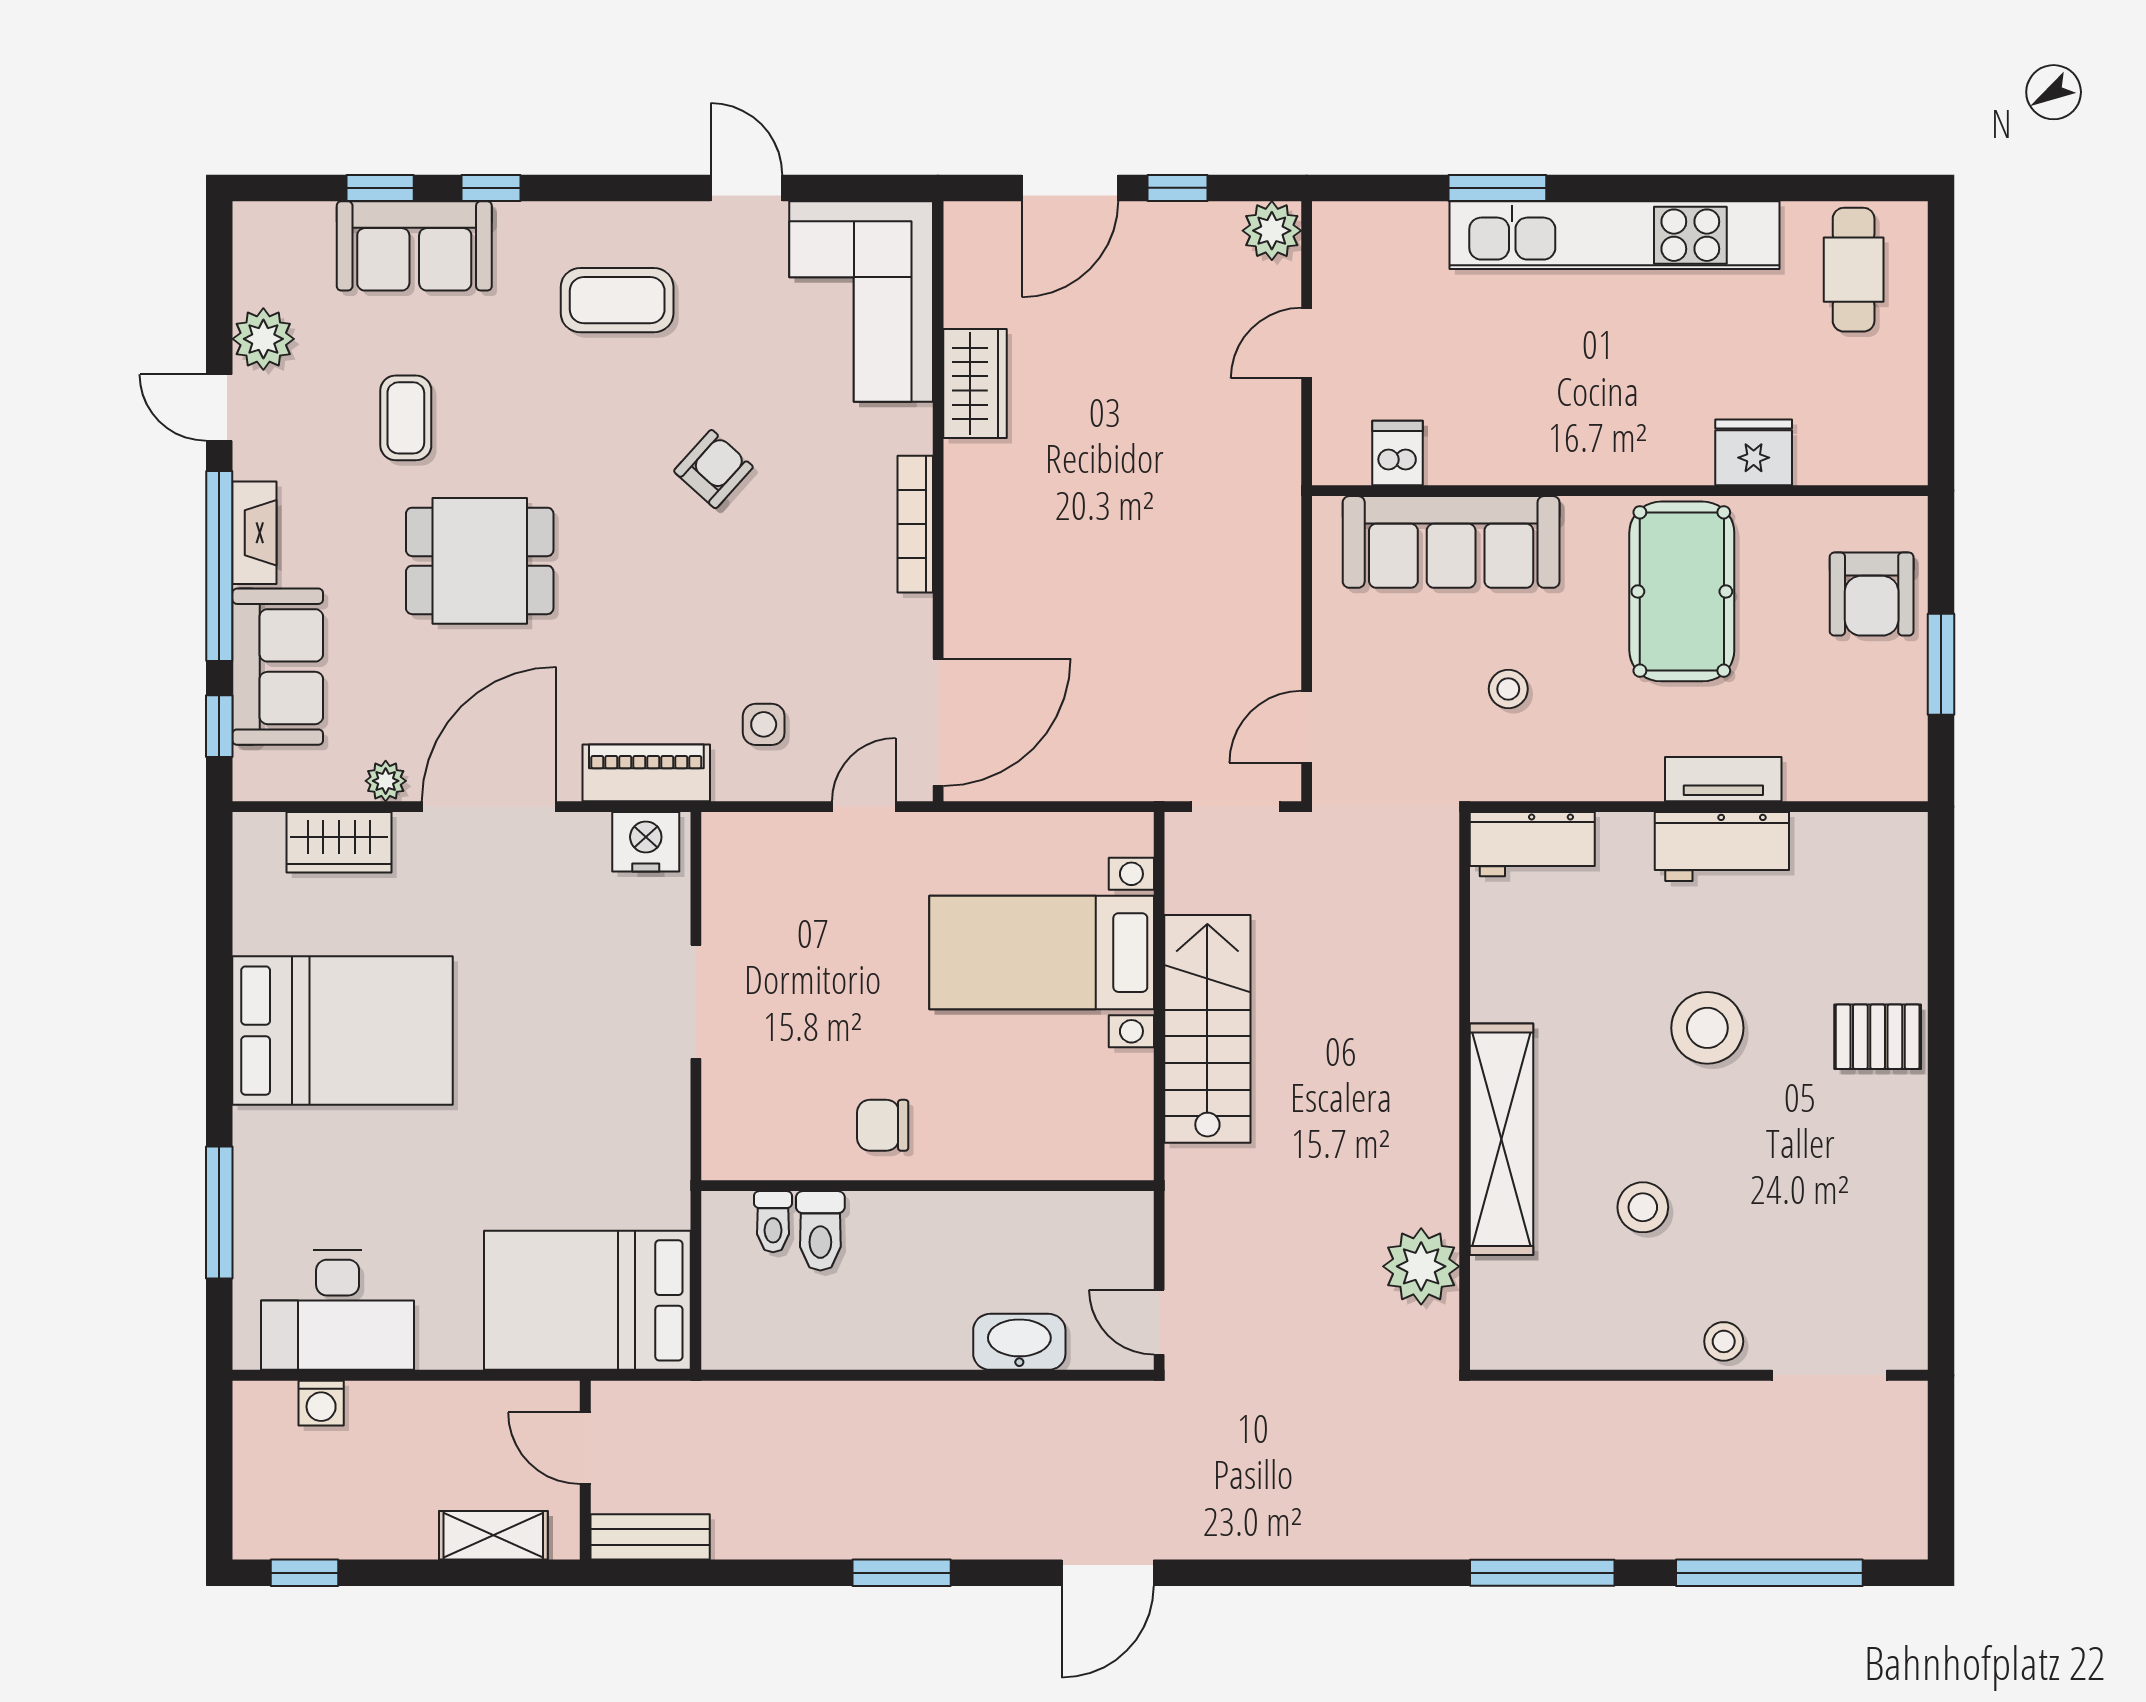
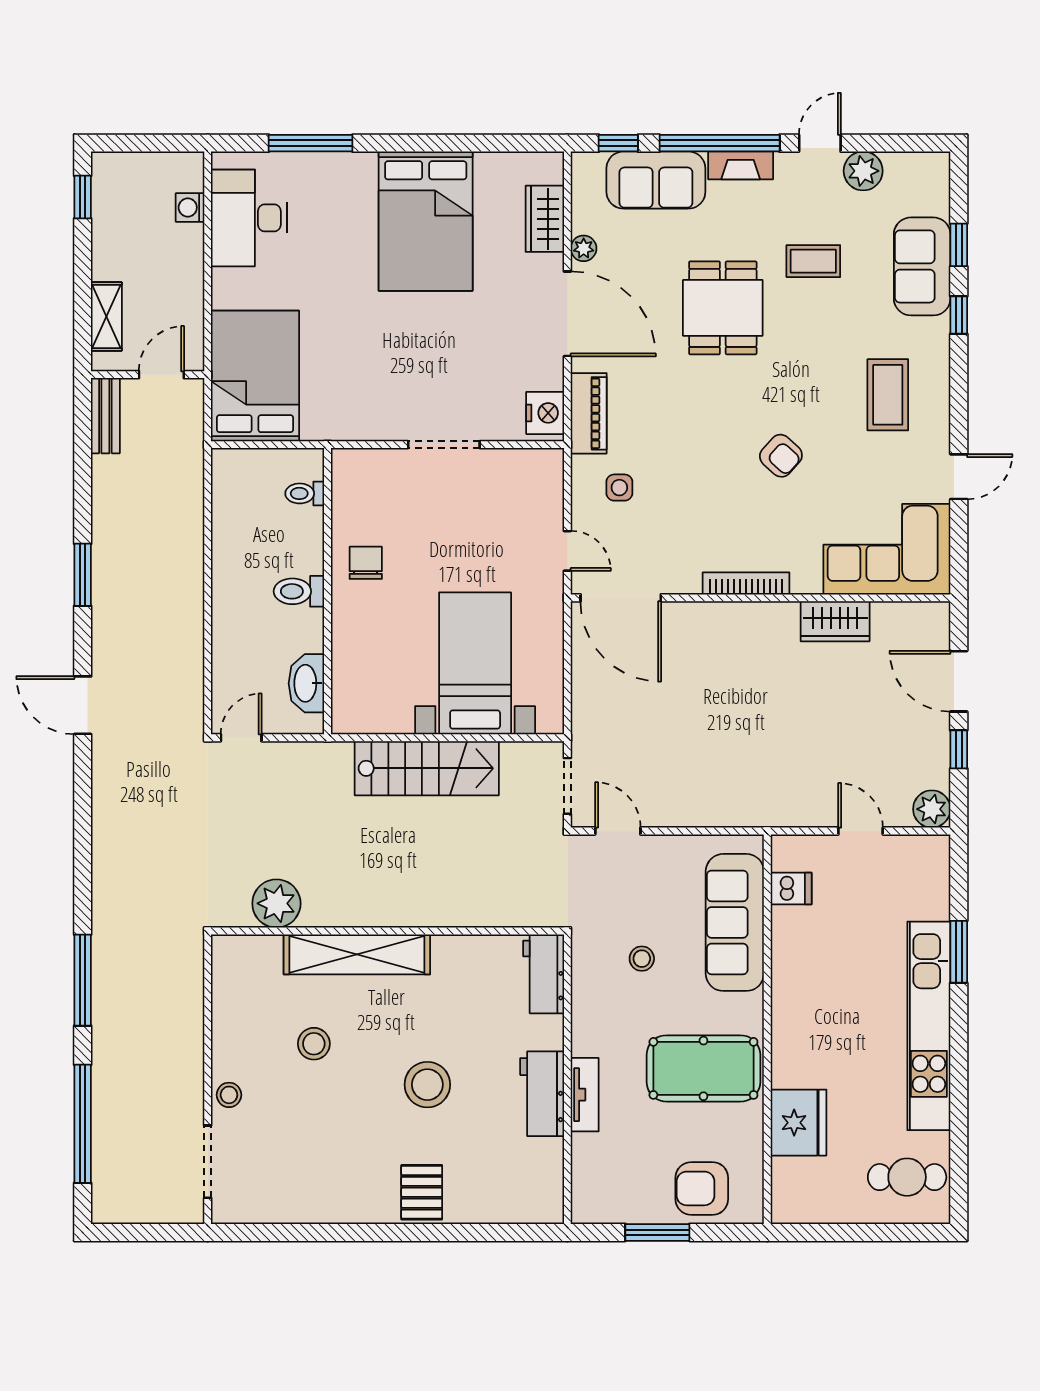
fridge: (1754, 452) -> (798, 1123), width x1.36, depth x1.34
toilet: (820, 1231) -> (299, 591), moved
washbasin: (1019, 1342) -> (306, 683), moved, turned 180

